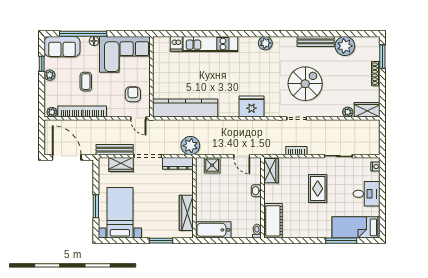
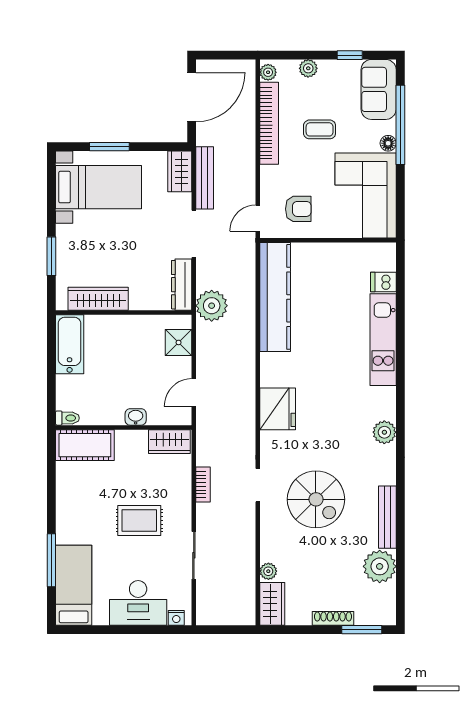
plant: (50, 75) -> (308, 68), moved
wardrobe: (121, 164) -> (180, 171), moved
desk: (367, 194) -> (138, 603), width x1.37

